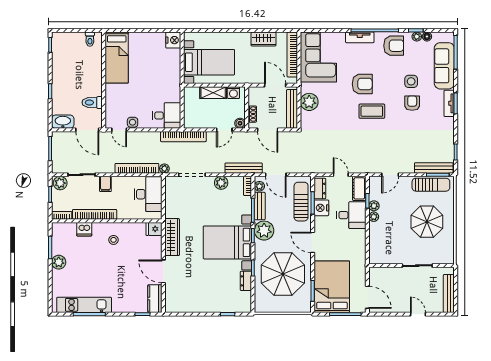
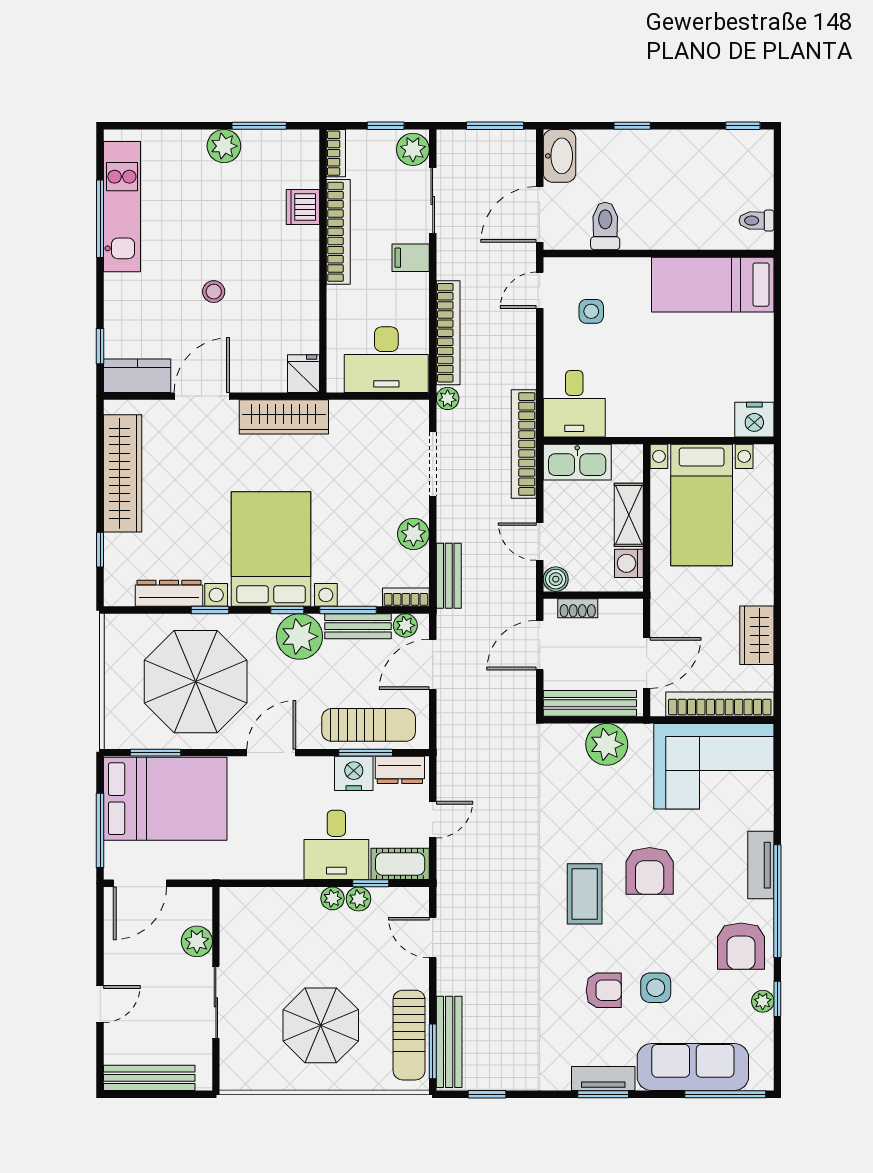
floor lamp: (427, 37) -> (763, 1026), removed
kitchen sink: (191, 114) -> (577, 462), added
side table: (133, 122) -> (591, 311), moved
bench: (244, 168) -> (449, 576), width x0.73
stool: (113, 240) -> (214, 292), moved
plant: (392, 274) -> (197, 941), added
dresser: (246, 281) -> (169, 593), width x1.44
wardrobe: (196, 305) -> (123, 473), added

